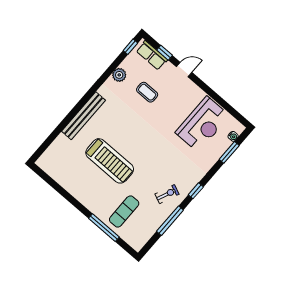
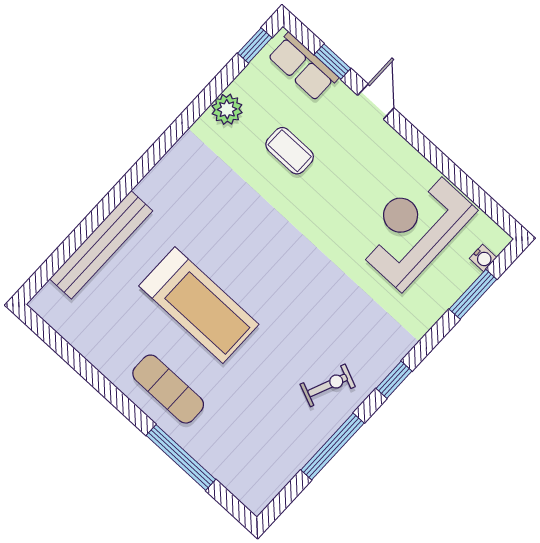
door: (184, 70) -> (376, 102), hinge flipped
bench: (83, 116) -> (101, 245), moved
reception desk: (203, 124) -> (414, 228), turned 180
exercise mat: (124, 211) -> (168, 389), moved, turned 90

